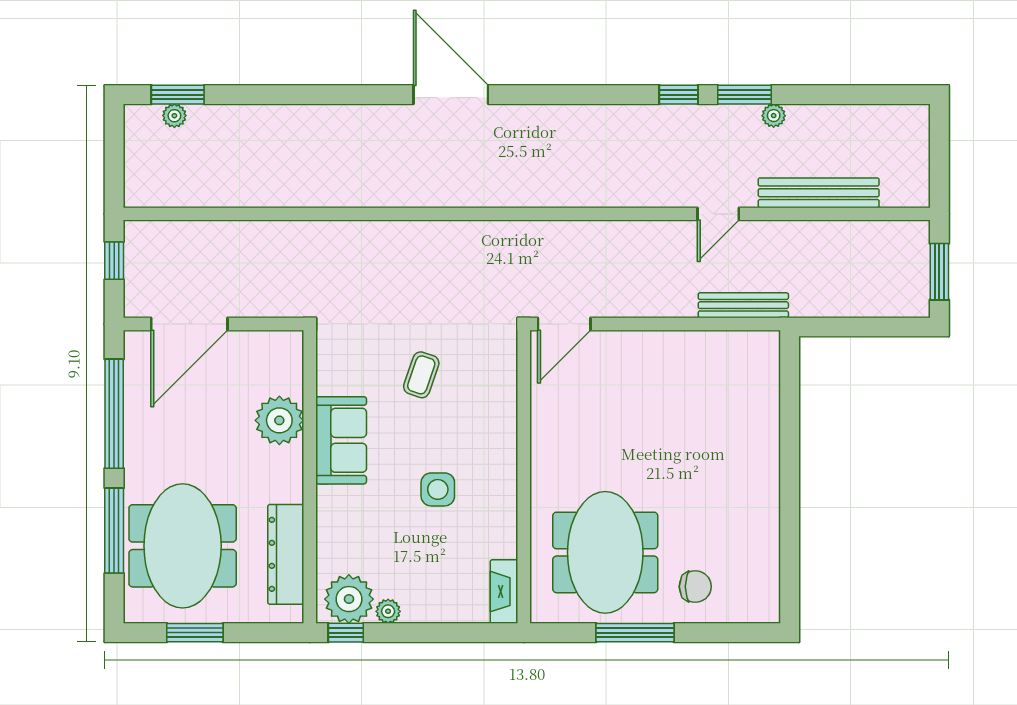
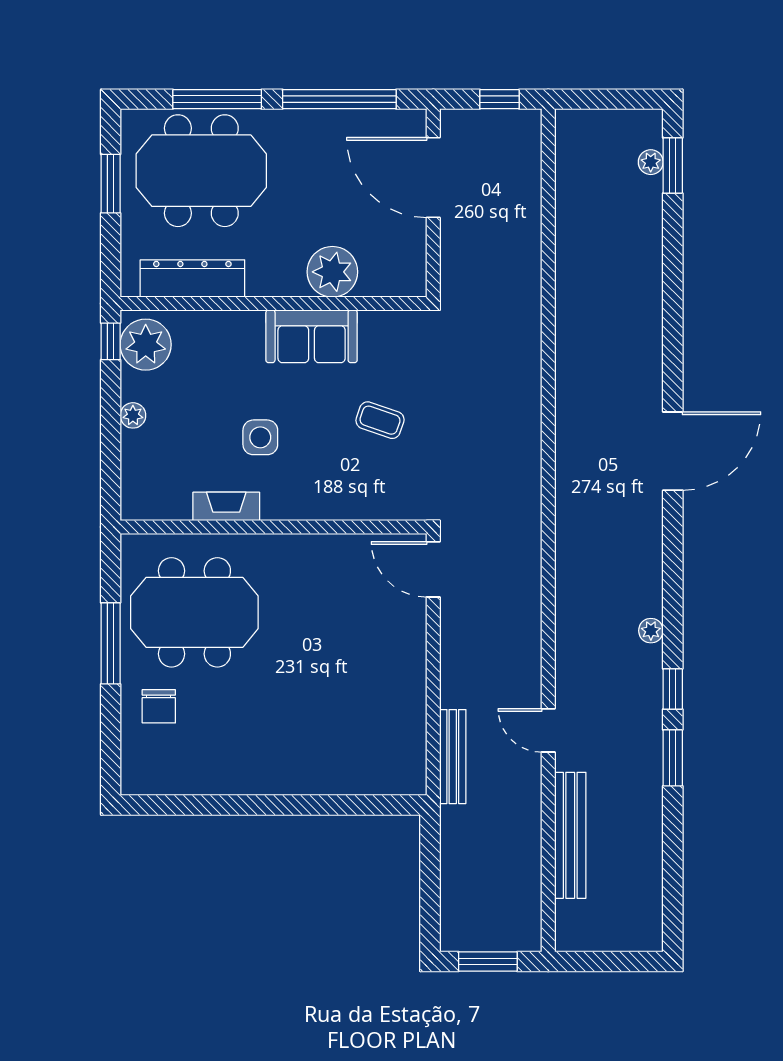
plant: (774, 116) -> (651, 631), moved
fireplace: (504, 592) -> (226, 506), moved
plant: (388, 611) -> (133, 415), moved

